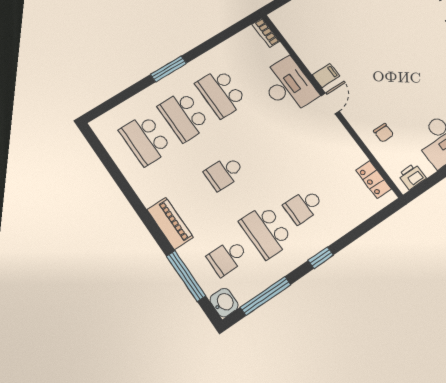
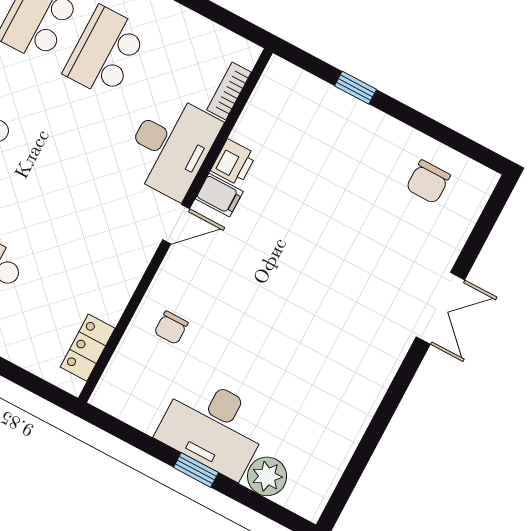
bookcase: (266, 33) -> (229, 91), moved
printer: (412, 176) -> (234, 162), moved, turned 90

